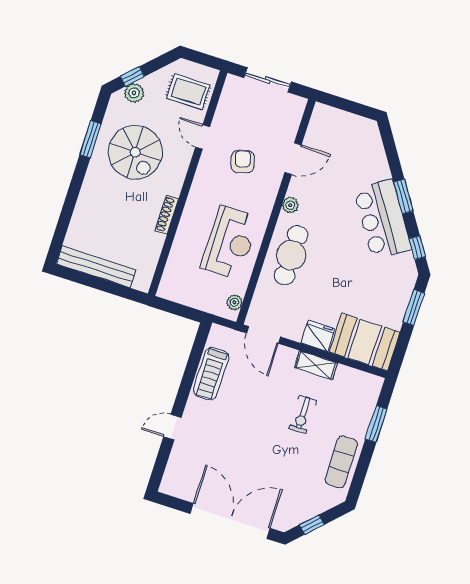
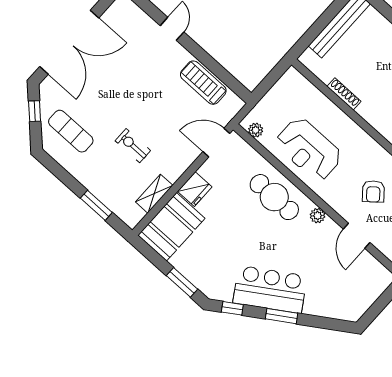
armchair: (243, 162) -> (373, 191), turned 65
shoe rack: (167, 215) -> (344, 94), moved
shelving: (316, 365) -> (154, 194), moved
exercise mat: (341, 462) -> (71, 131), moved

